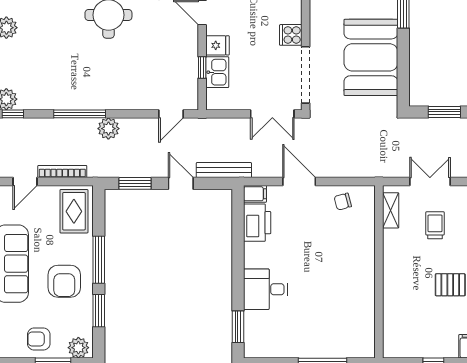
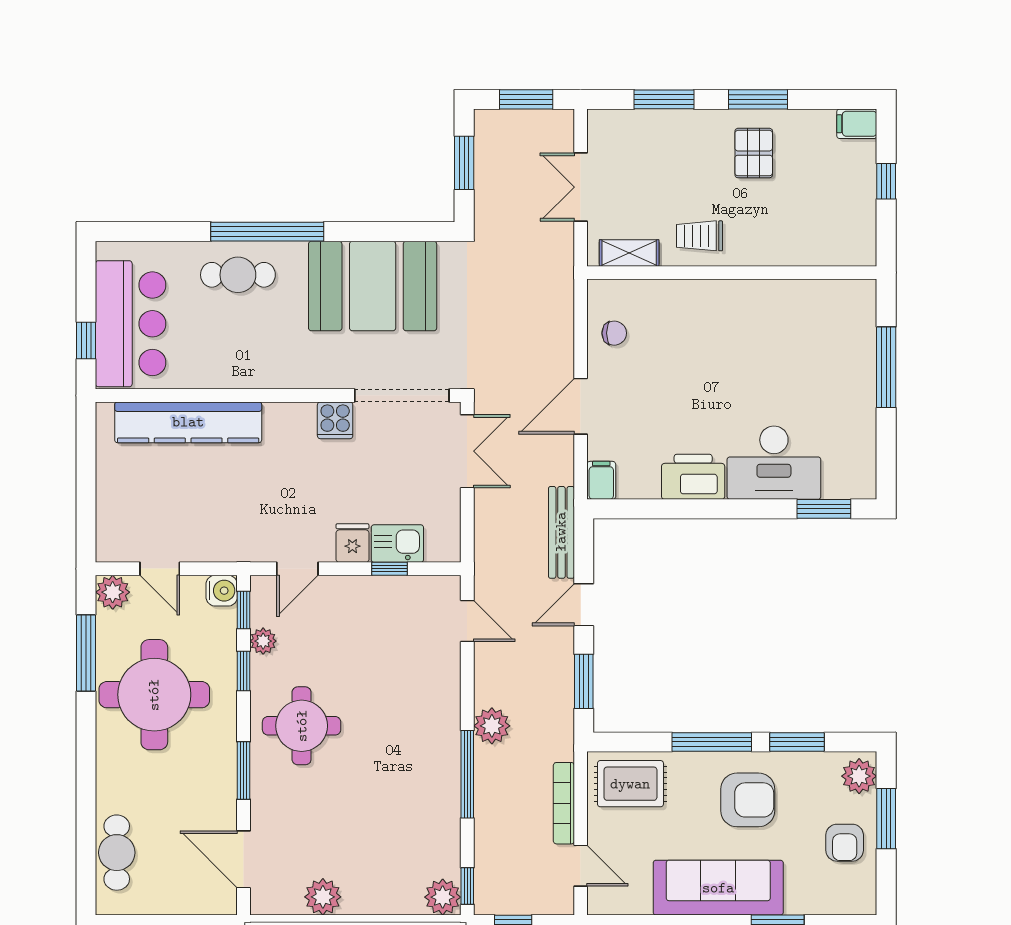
chair: (343, 202) -> (614, 333), turned -75
printer: (257, 223) -> (693, 477), moved
trolley: (435, 225) -> (700, 236), moved
desk: (265, 289) -> (774, 463), width x1.37

